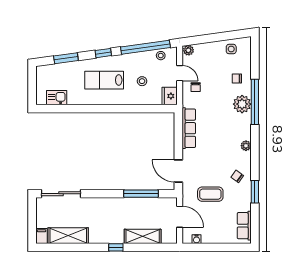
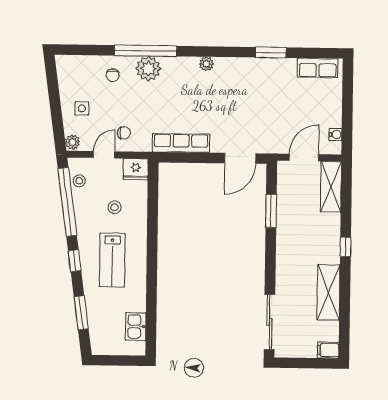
side table: (231, 49) -> (82, 108), moved
chair: (237, 176) -> (249, 77), removed
window: (141, 194) -> (271, 211), width x0.69
coffee table: (210, 194) -> (273, 114), removed
shelving: (68, 236) -> (328, 292), moved
shelving: (143, 236) -> (331, 187), moved

